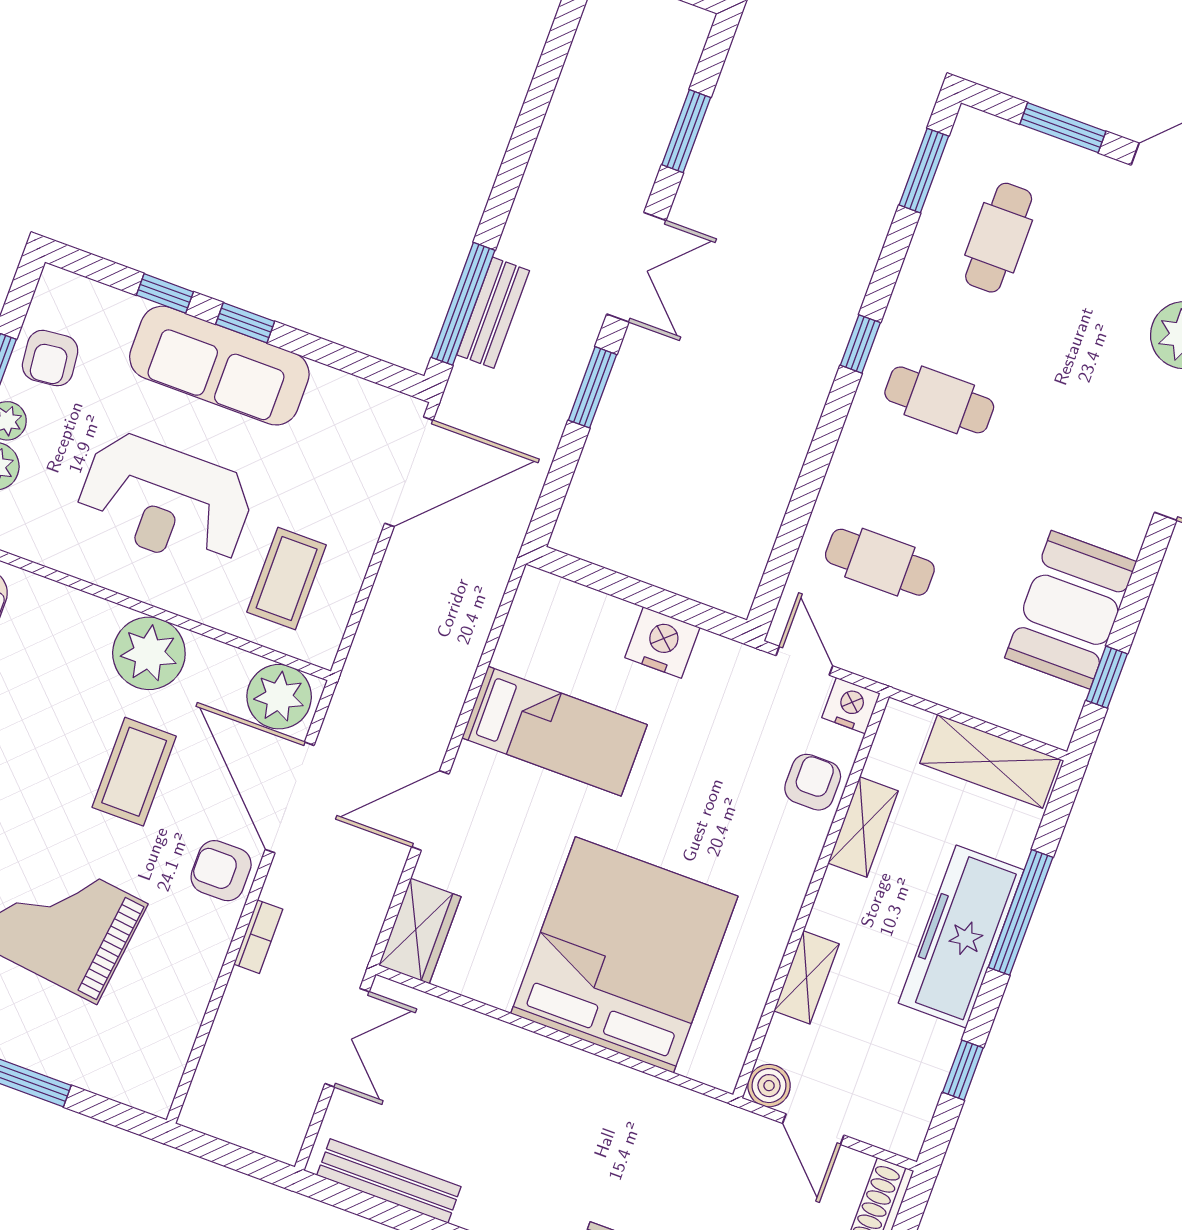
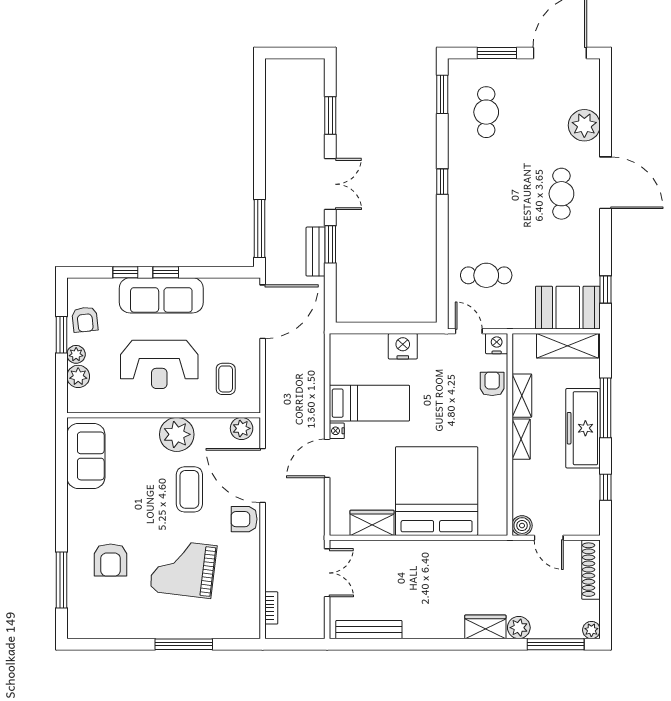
bench: (493, 313) -> (316, 252), moved
cafe table: (939, 400) -> (561, 194), moved, turned 90
coffee table: (287, 579) -> (226, 379), width x0.73, depth x0.77
booth: (1071, 610) -> (568, 308), moved, turned 90
plant: (279, 697) -> (242, 428), width x0.73, depth x0.73
nightstand: (470, 762) -> (337, 431), added
wardrobe: (420, 931) -> (372, 523), moved, turned -90
bookcase: (258, 937) -> (271, 608), moved
shelving: (807, 977) -> (521, 439), moved

